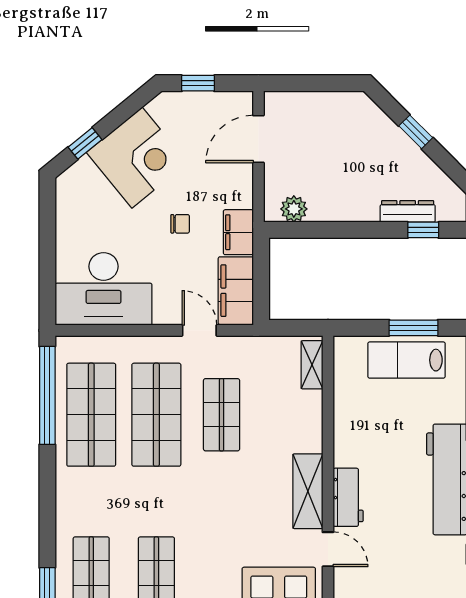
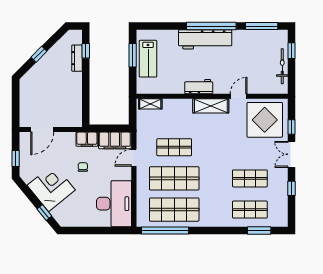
door: (258, 139) -> (42, 130), hinge flipped
plant: (294, 209) -> (76, 113), removed
workbench: (348, 497) -> (199, 87), moved

